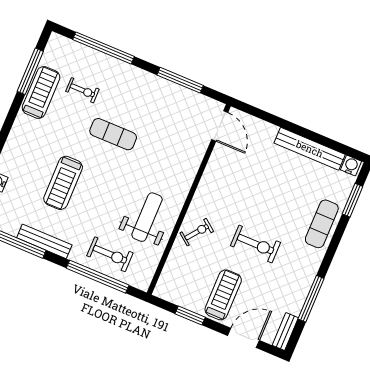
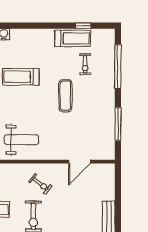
window: (30, 71) -> (83, 26), width x0.46
door: (220, 126) -> (79, 162), moved
exercise bike: (197, 232) -> (40, 184), moved

